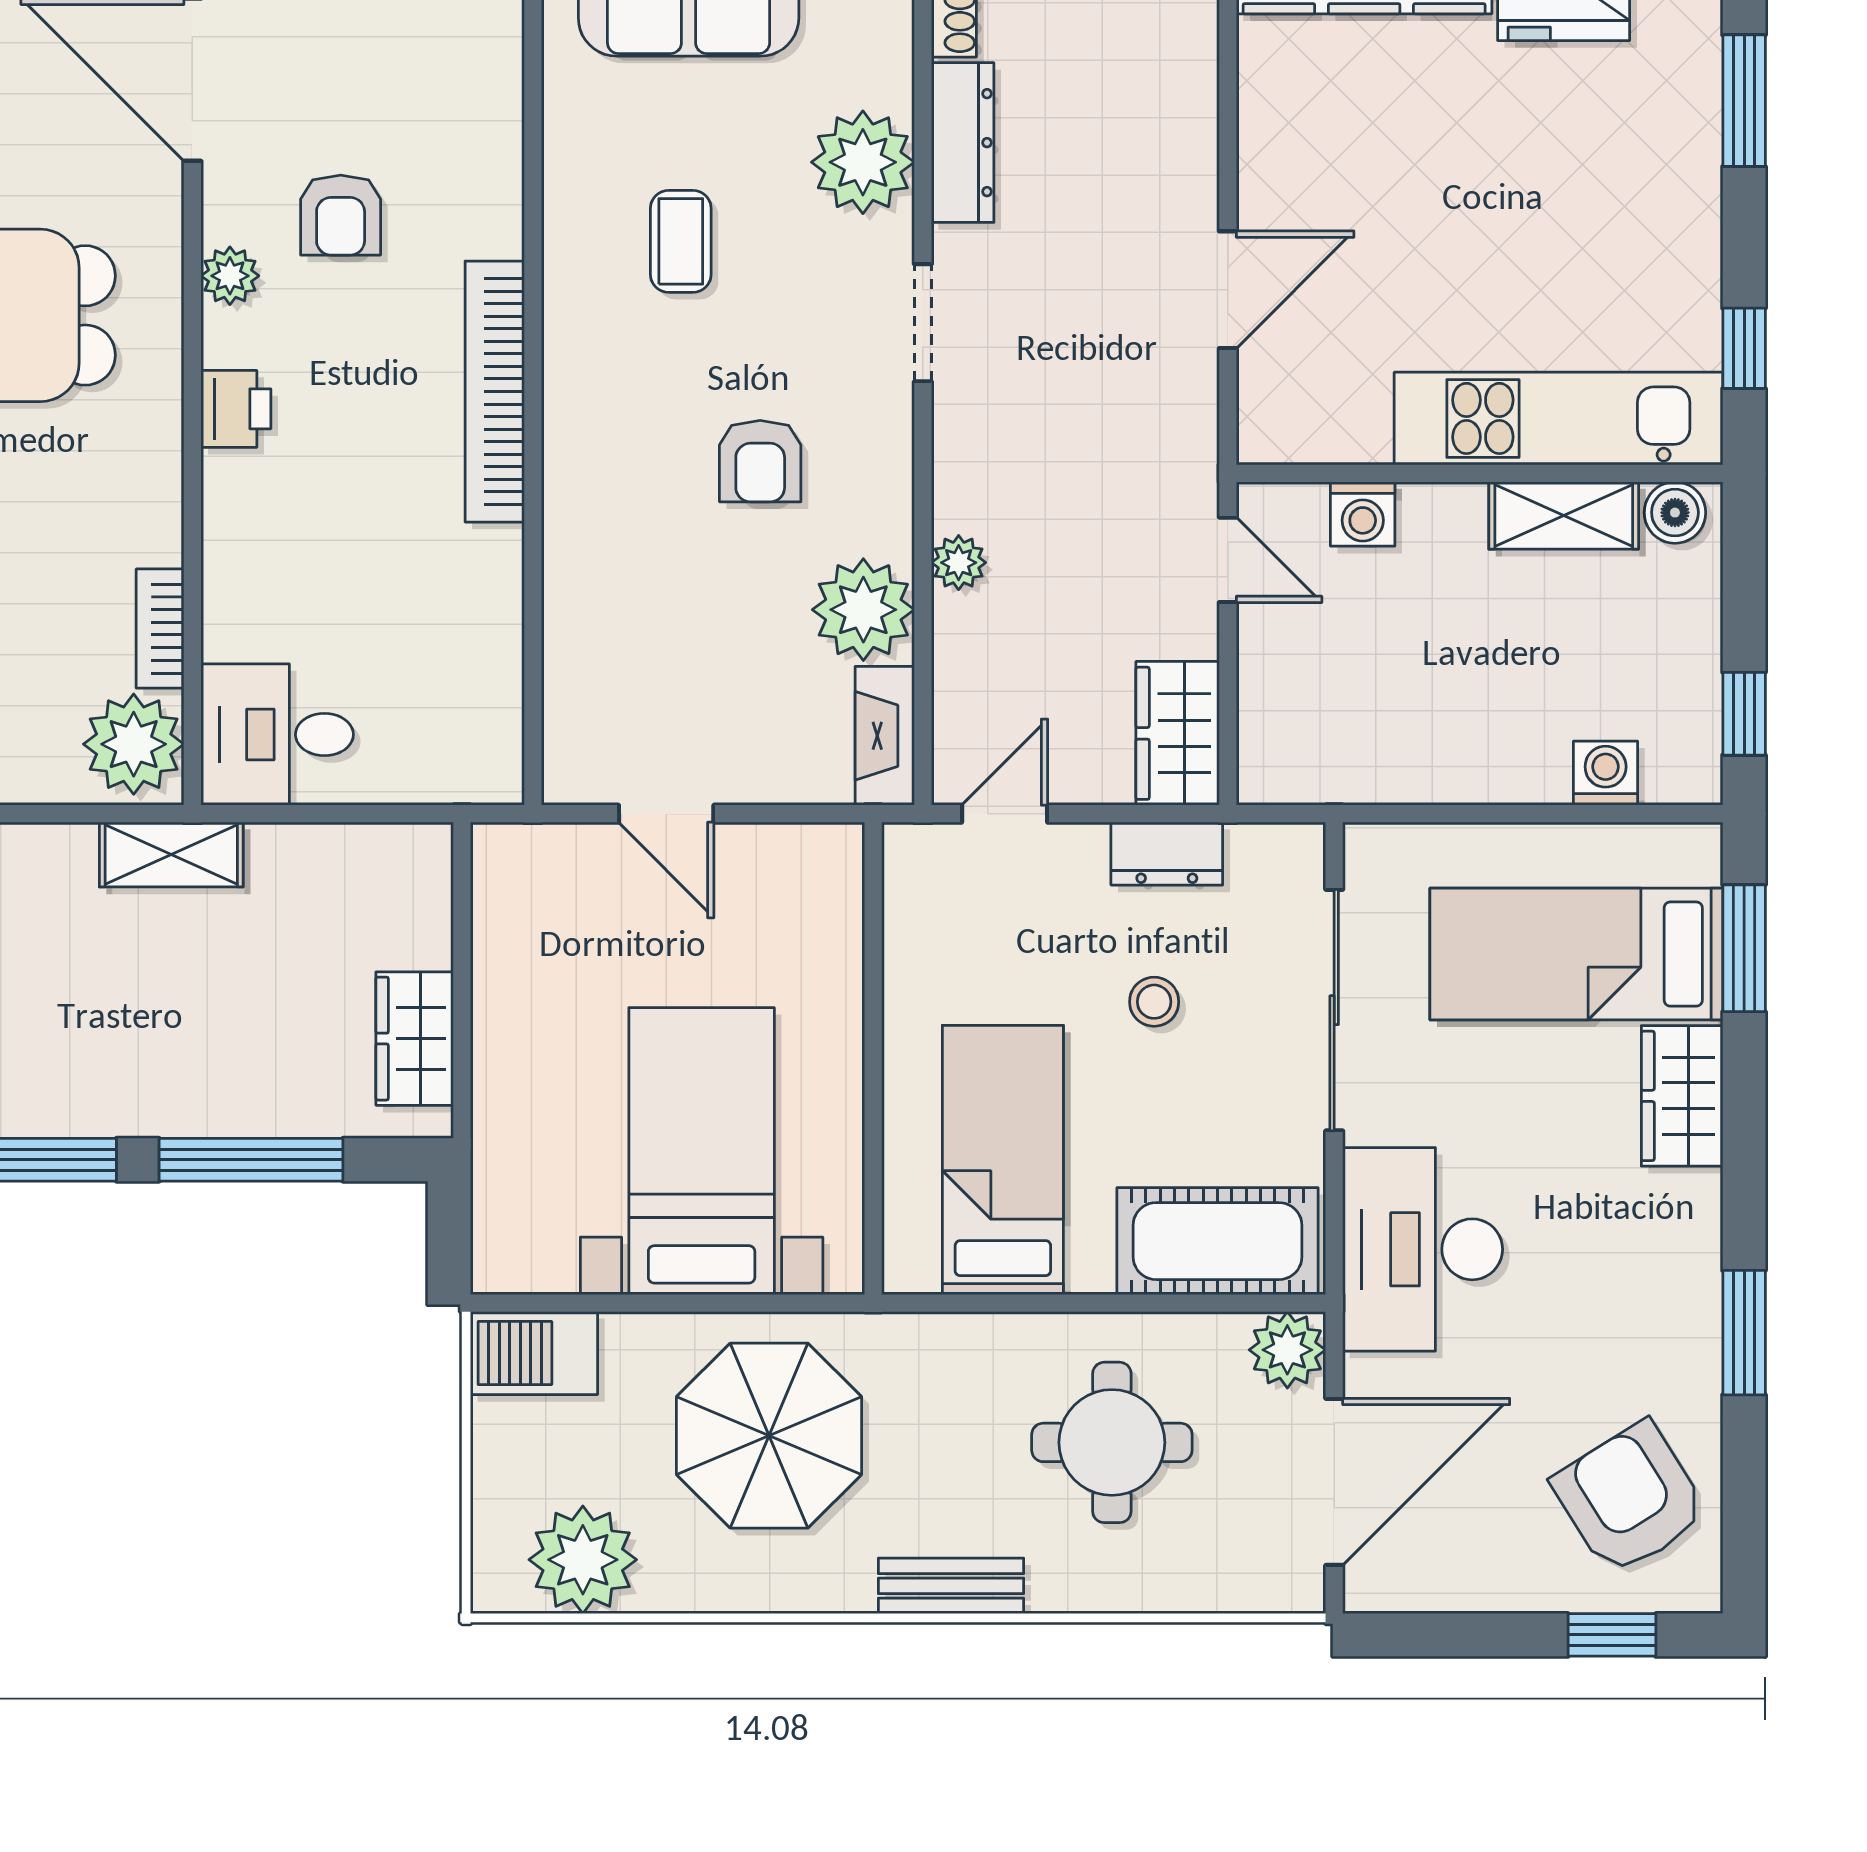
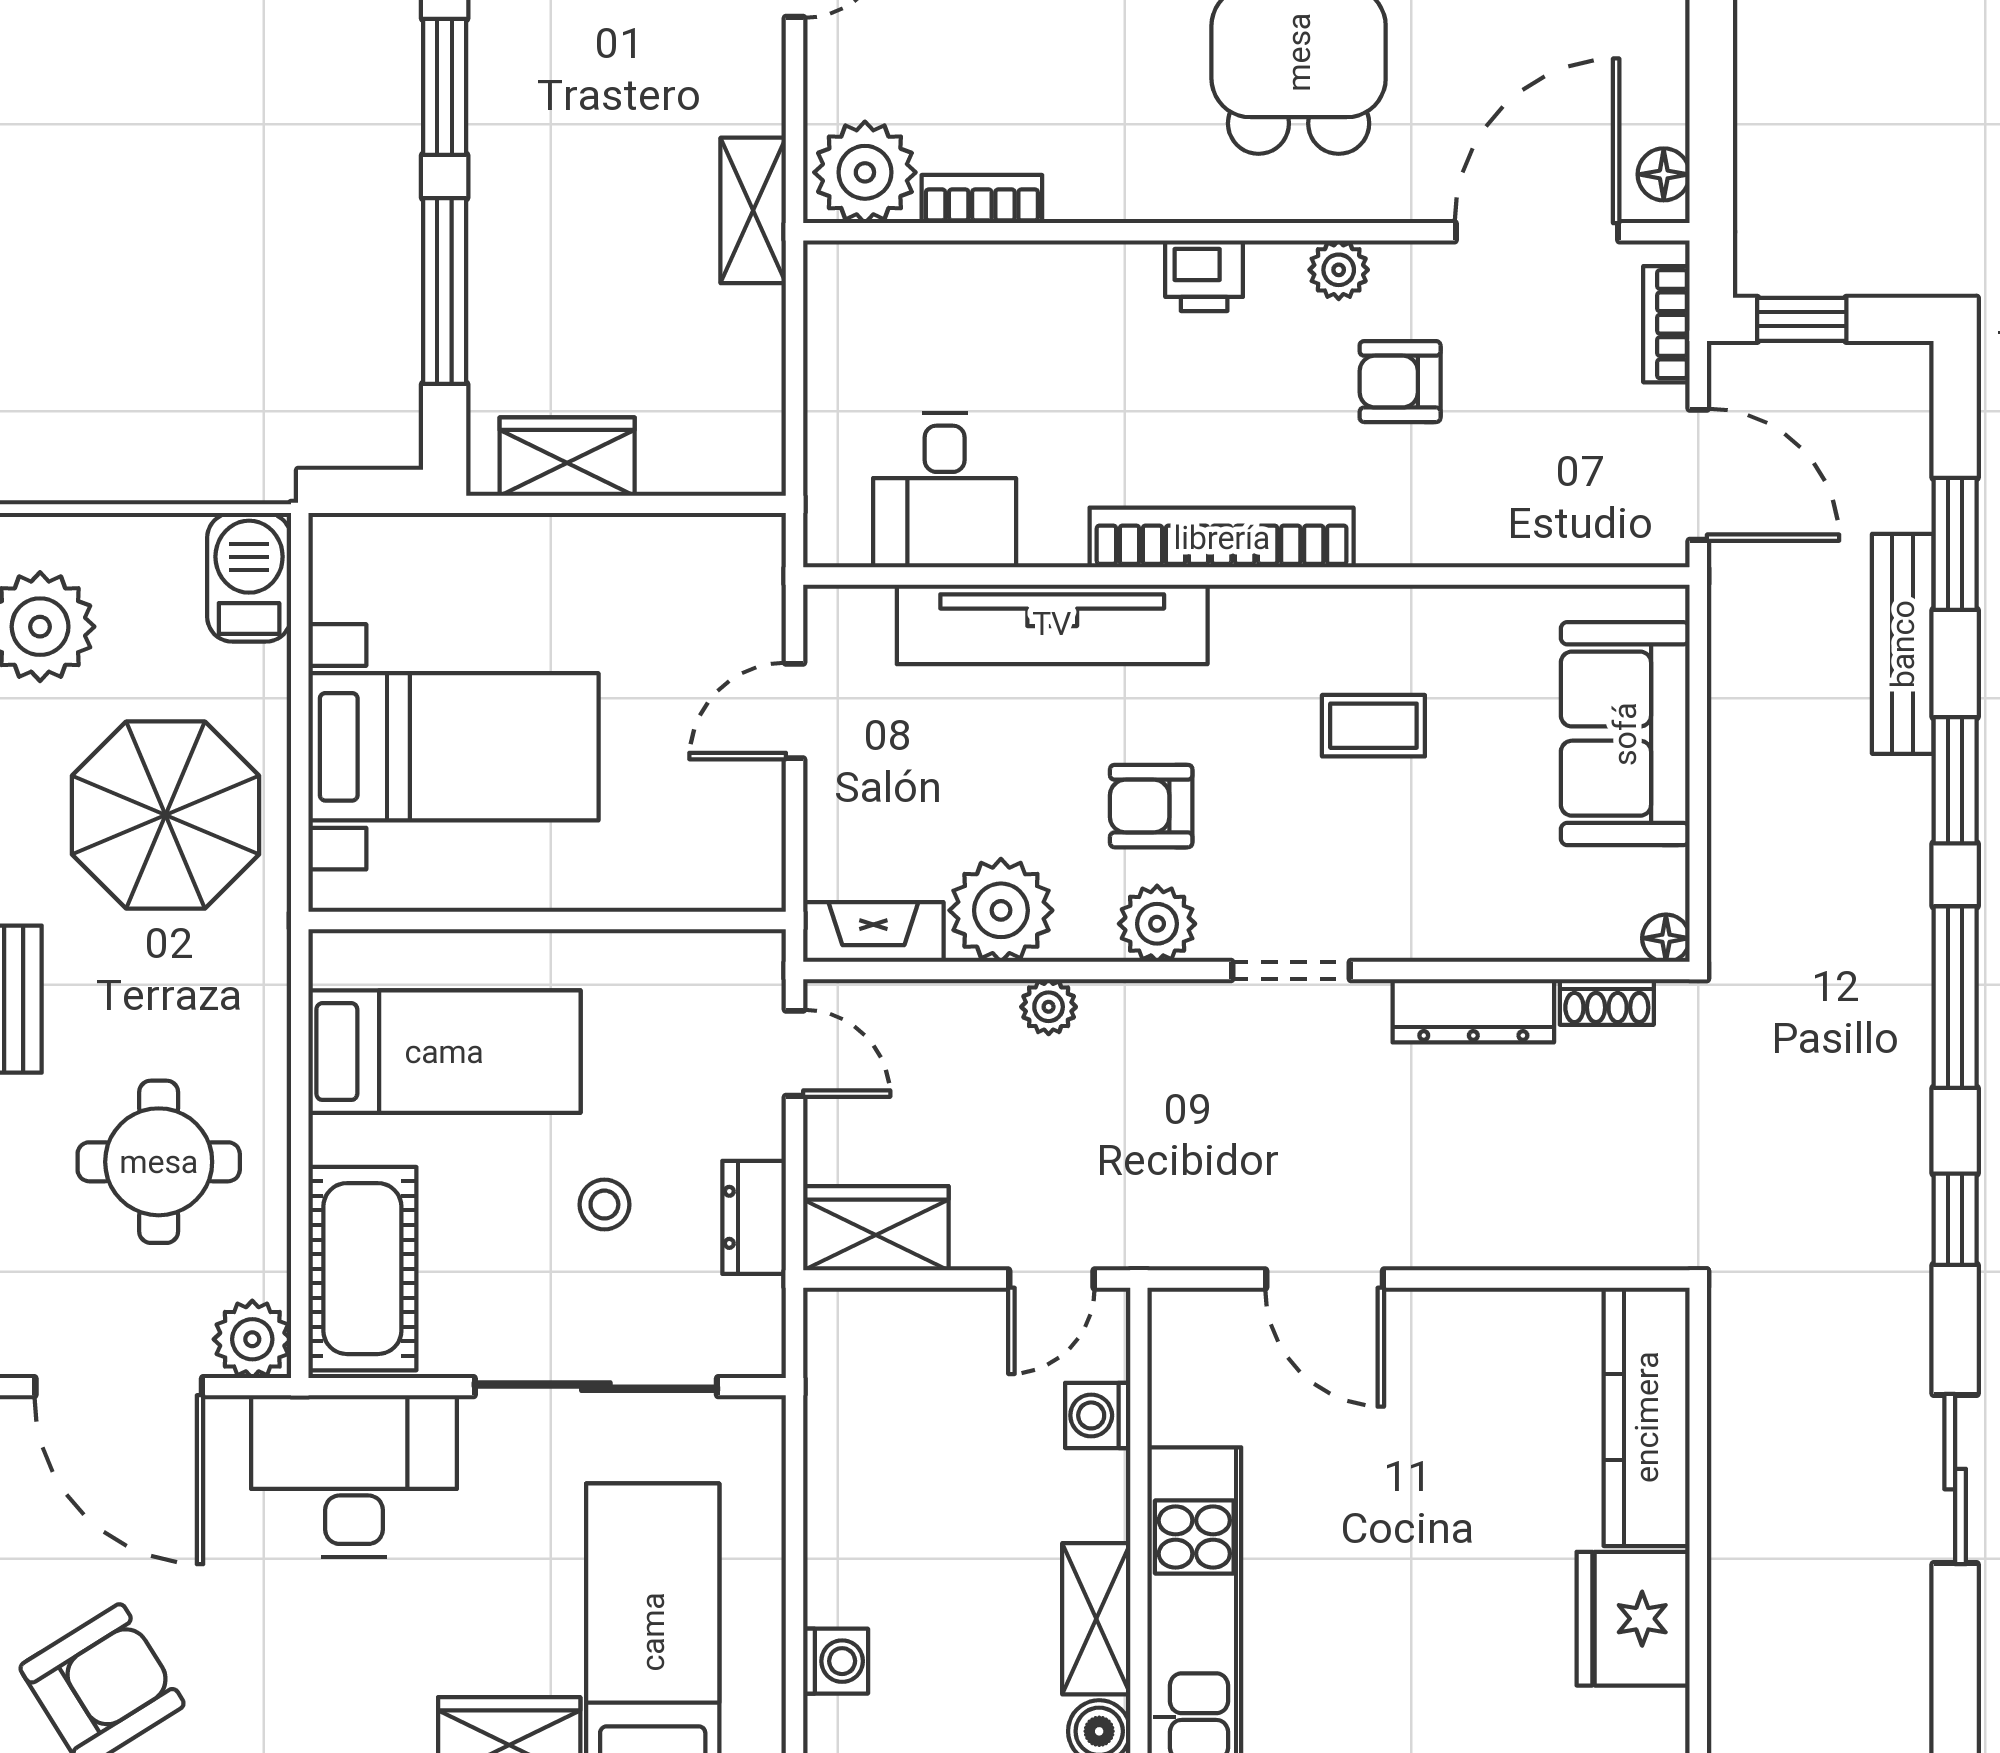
plant: (863, 162) -> (1157, 924), moved, width x0.73, depth x0.73
tv unit: (581, 559) -> (1052, 624), added
desk: (277, 735) -> (945, 490), moved, turned 180

